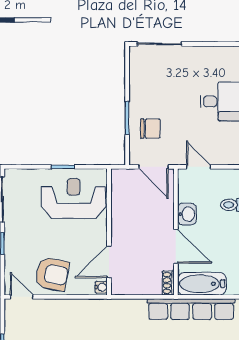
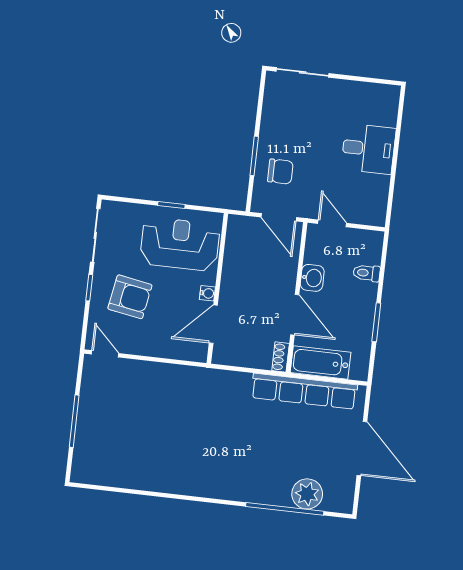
armchair: (52, 274) -> (130, 297), moved
water cooler: (101, 287) -> (207, 293), moved

